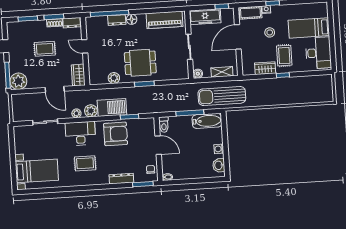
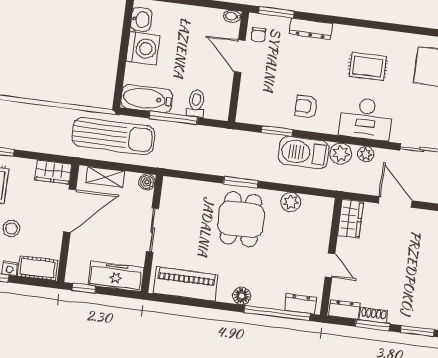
dresser: (117, 20) -> (301, 304), moved
door: (238, 37) -> (70, 211), moved
rug: (45, 49) -> (399, 274), removed
dining table: (140, 63) -> (241, 219), turned 90
wardrobe: (265, 68) -> (53, 172), moved
toilet: (164, 125) -> (196, 103), moved
armchair: (116, 134) -> (306, 107), width x0.53, depth x0.53
door: (158, 145) -> (240, 56), moved
washing machine: (219, 149) -> (143, 48), width x1.89, depth x1.89

